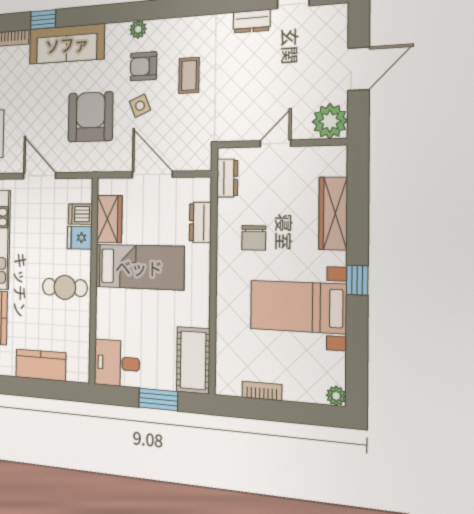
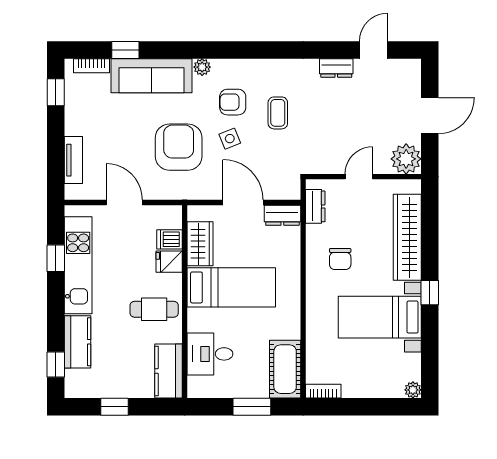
plant: (138, 29) -> (202, 67), moved
wardrobe: (333, 214) -> (407, 237), width x1.40, depth x1.17
dresser: (200, 222) -> (282, 215), moved, turned -90
desk: (117, 363) -> (210, 354), moved
kitchen counter: (41, 365) -> (168, 371), moved, turned -90
window: (27, 387) -> (115, 407), added
bookcase: (262, 391) -> (323, 391), moved

